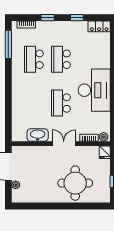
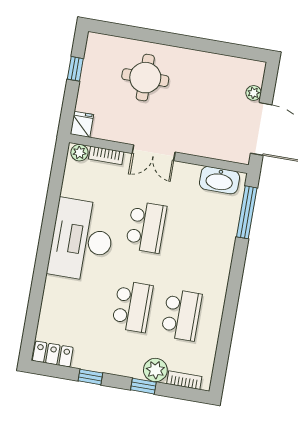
plant: (43, 27) -> (155, 370), added
window: (8, 44) -> (247, 212), moved
washbasin: (38, 135) -> (219, 180), moved
round table: (75, 183) -> (145, 78), width x0.73, depth x0.73

